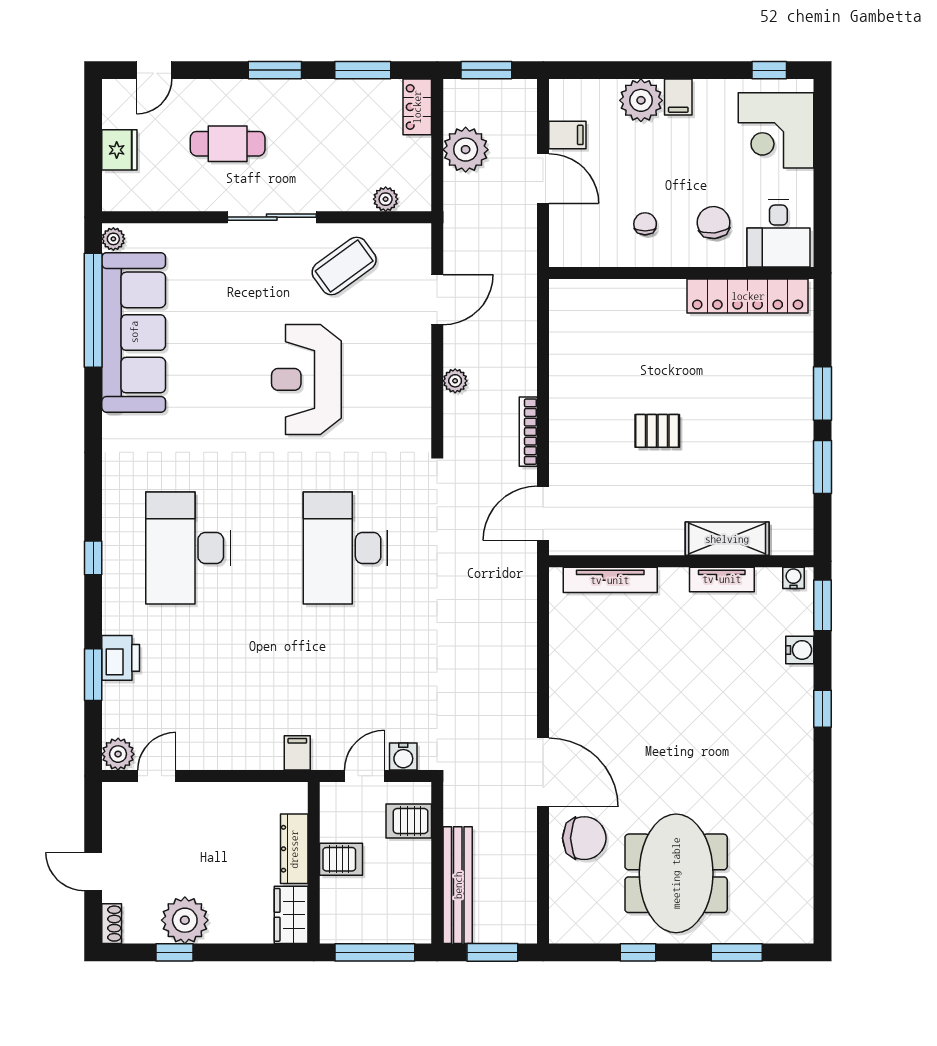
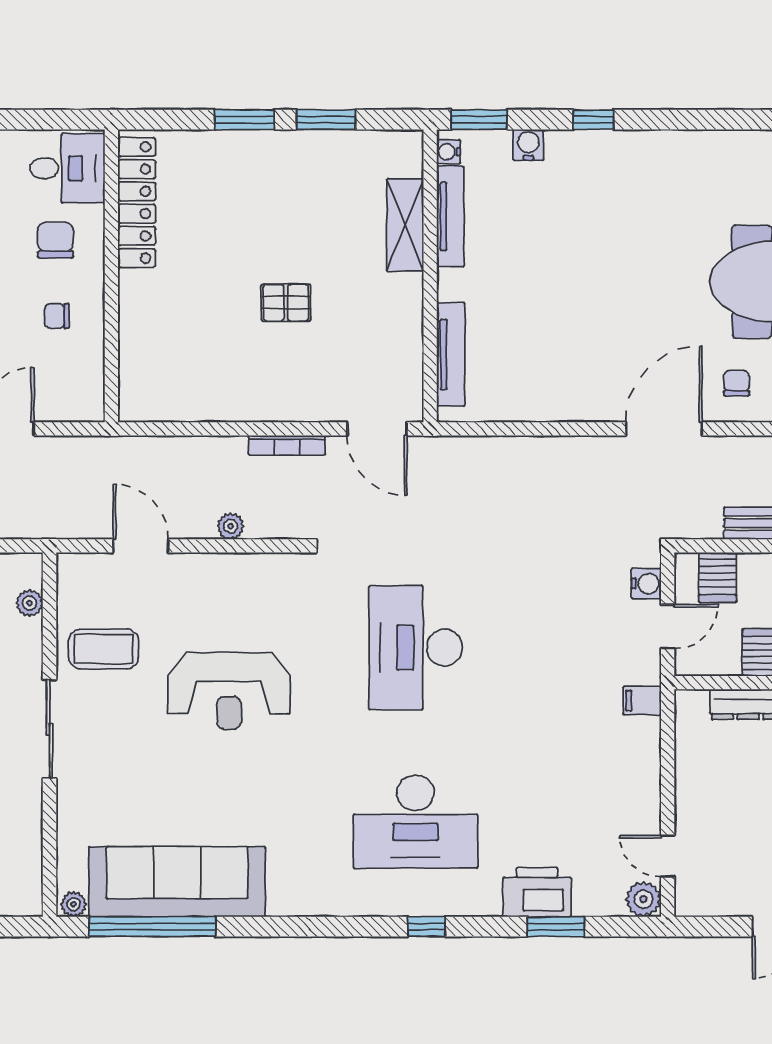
chair: (713, 223) -> (55, 240), turned 96
coffee table: (344, 266) -> (104, 649), turned -54
pallet: (657, 431) -> (286, 303), turned 90
desk: (345, 548) -> (416, 648), turned 90
tv unit: (722, 579) -> (450, 216), width x1.41
printer: (121, 658) -> (537, 892), width x1.37, depth x1.19
door: (365, 776) -> (668, 626), swing flipped
chair: (584, 838) -> (737, 383), width x0.54, depth x0.54

